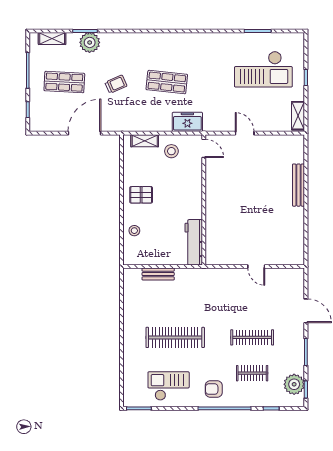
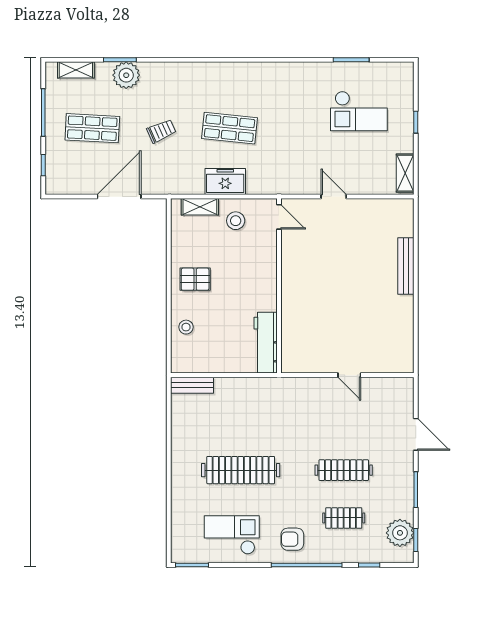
checkout: (263, 69) -> (359, 111), width x0.73, depth x0.83
freezer: (187, 122) -> (225, 182), moved
bench: (158, 274) -> (192, 385), moved

